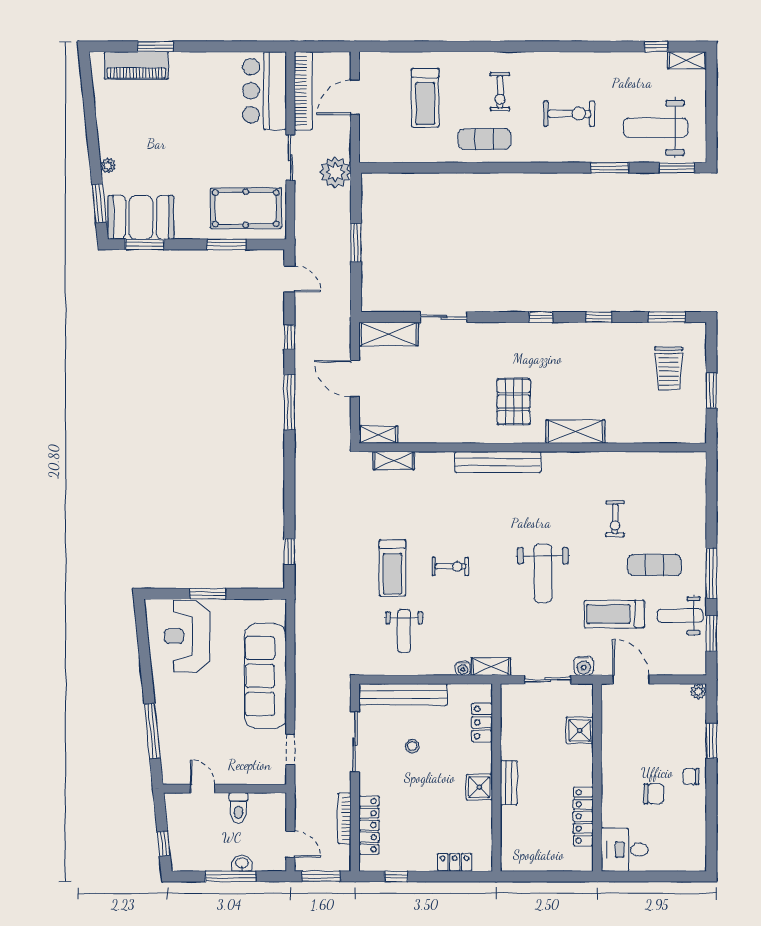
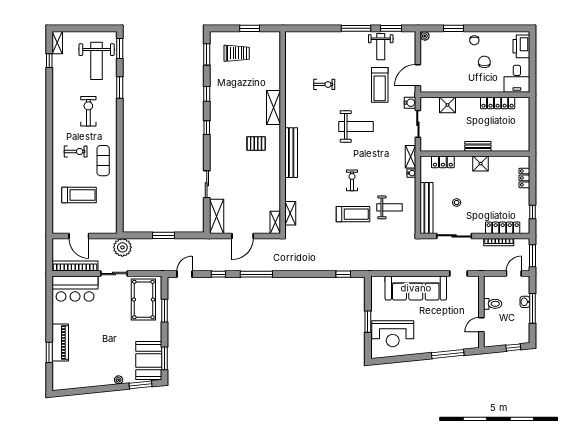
piano: (136, 65) -> (60, 342), moved
pallet: (514, 402) -> (256, 144), width x0.67, depth x0.71
exercise mat: (654, 565) -> (351, 62), removed
printer: (681, 857) -> (521, 46), added

